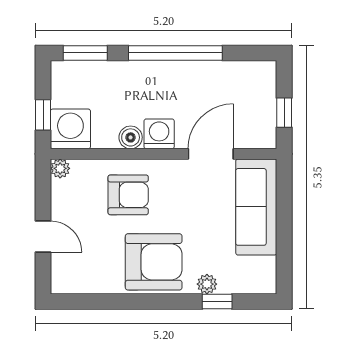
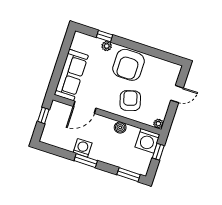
window: (175, 53) -> (86, 161), width x0.47
washing machine: (159, 134) -> (83, 148), moved, turned 180
armchair: (128, 195) -> (130, 101), turned 74
door: (43, 237) -> (177, 94), swing flipped
armchair: (154, 262) -> (129, 65), turned -90

